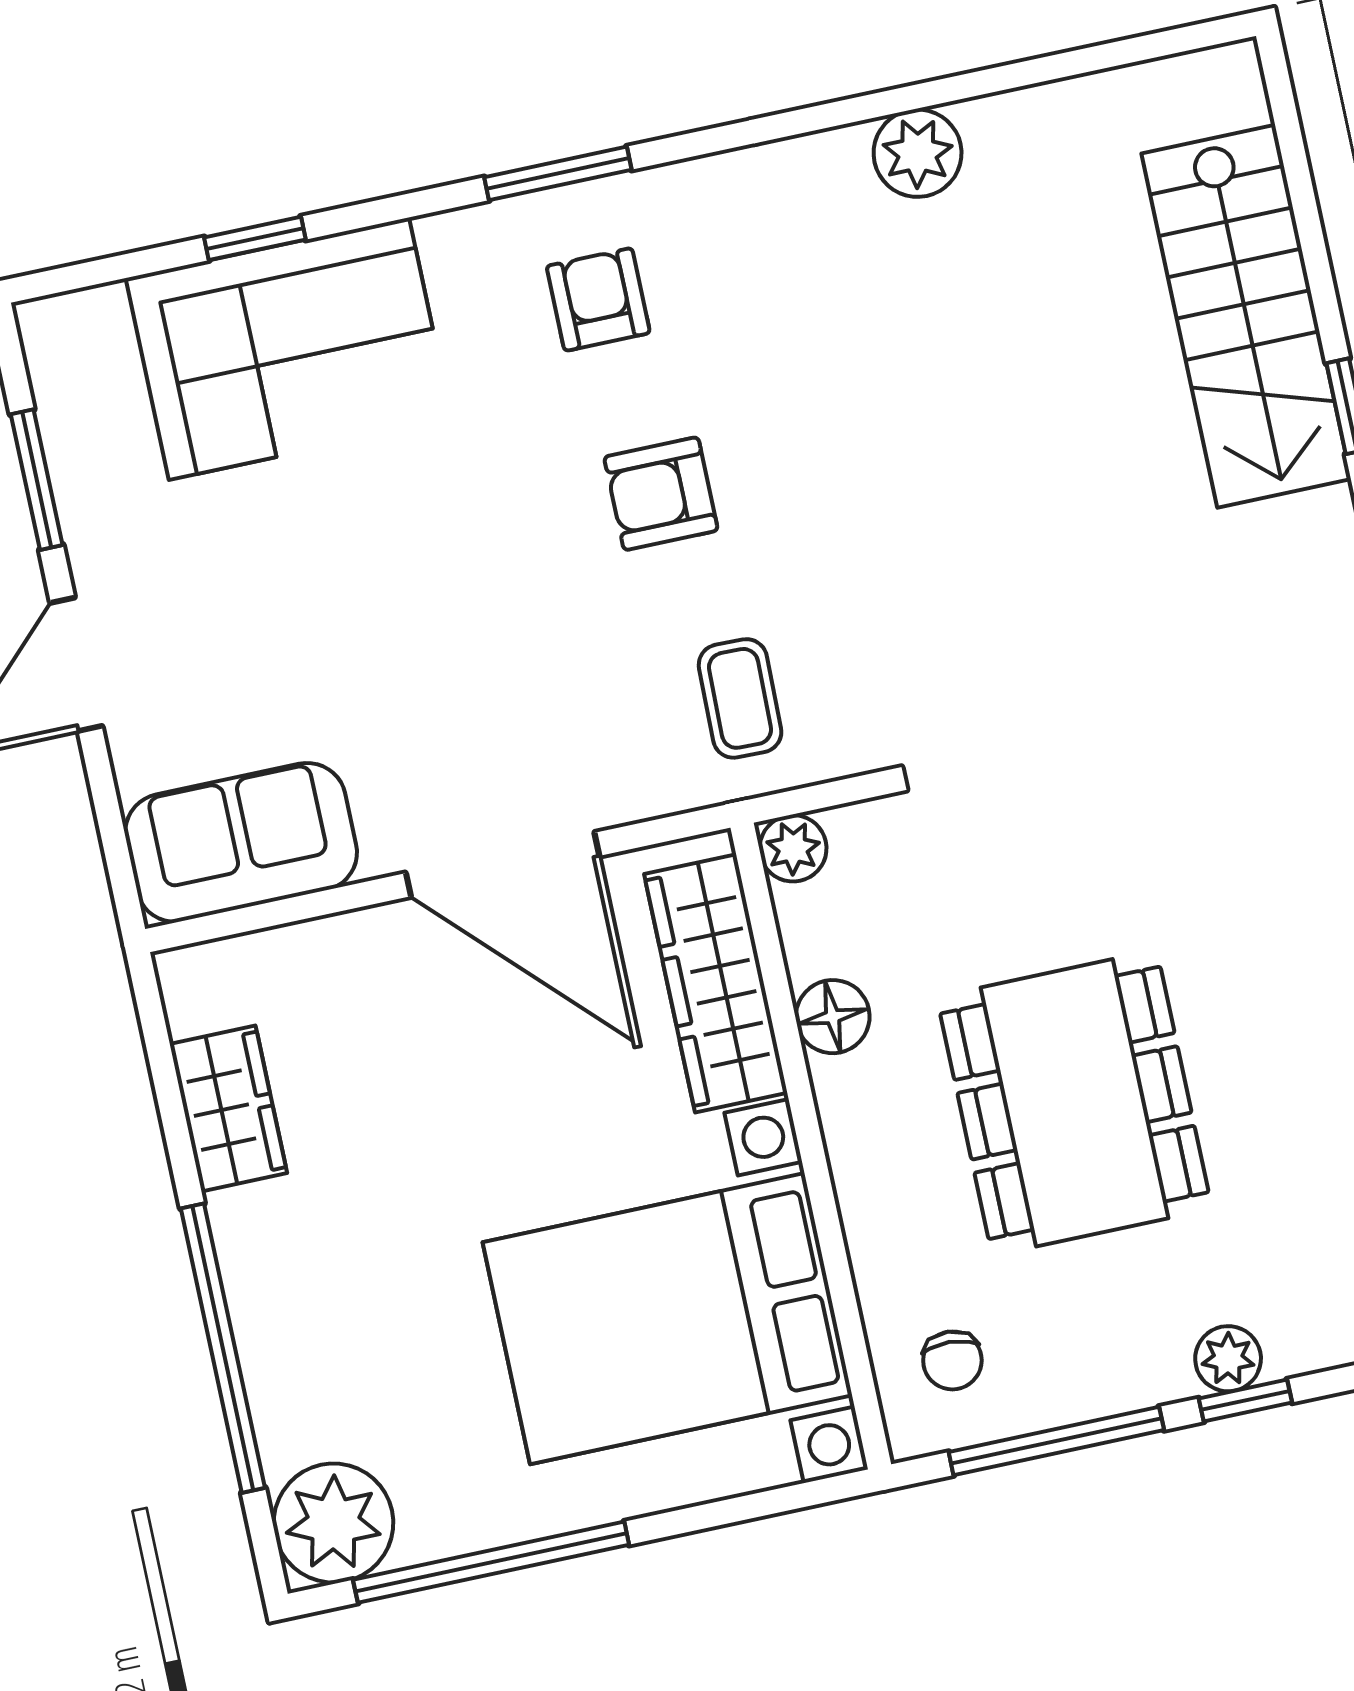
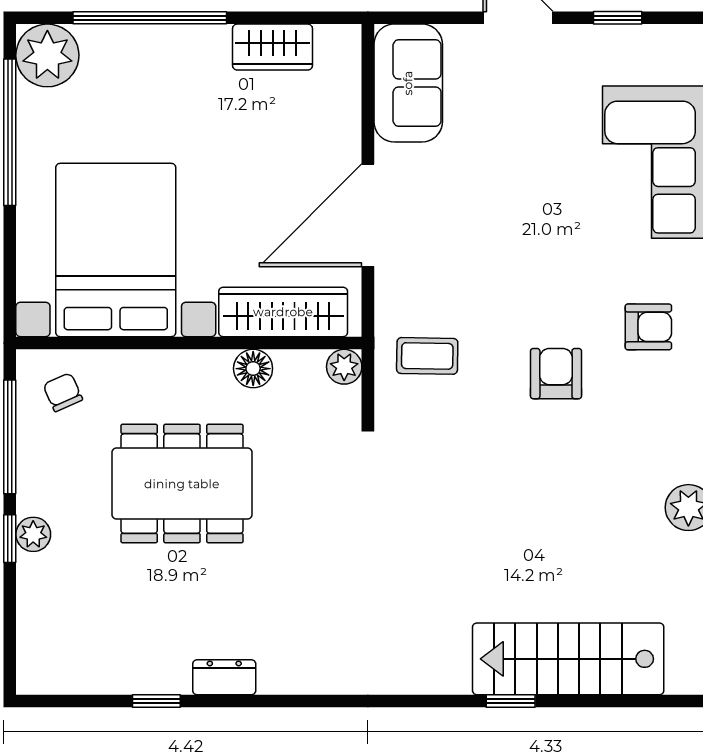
window: (37, 480) -> (618, 18), width x0.67
armchair: (661, 494) -> (556, 374), moved
chair: (952, 1360) -> (63, 392), turned 63

